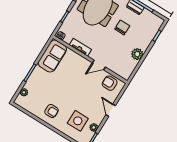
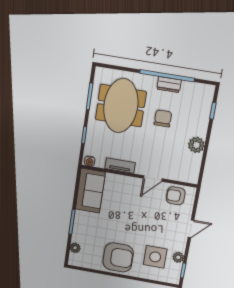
door: (111, 110) -> (191, 229), swing flipped
armchair: (52, 111) -> (118, 257), width x1.88, depth x1.88

